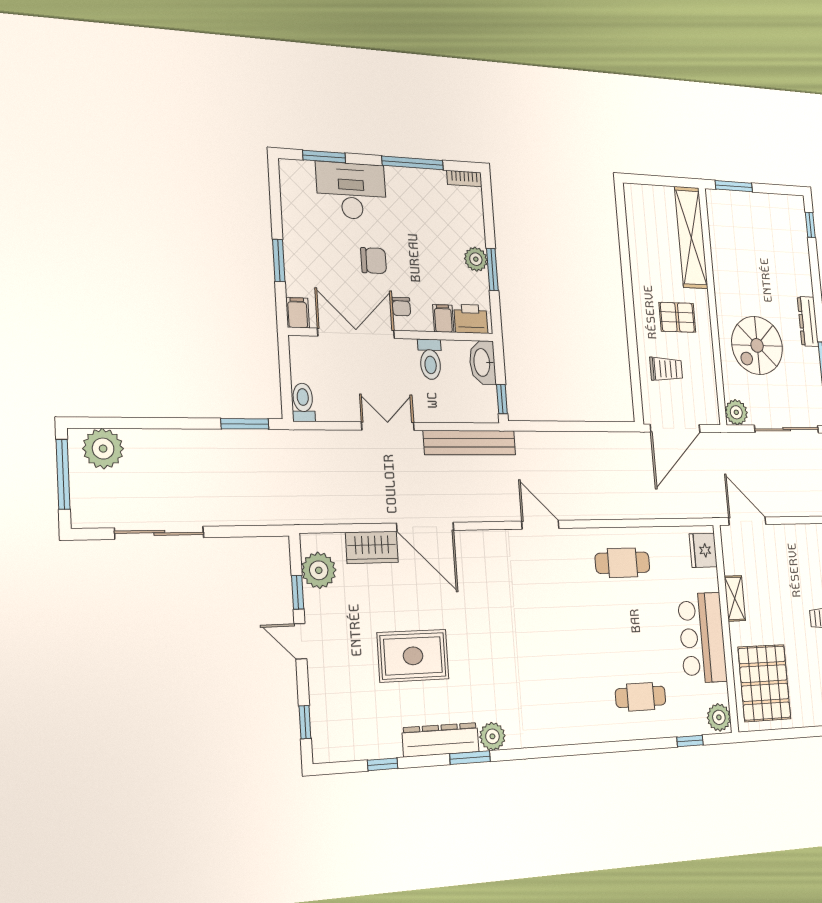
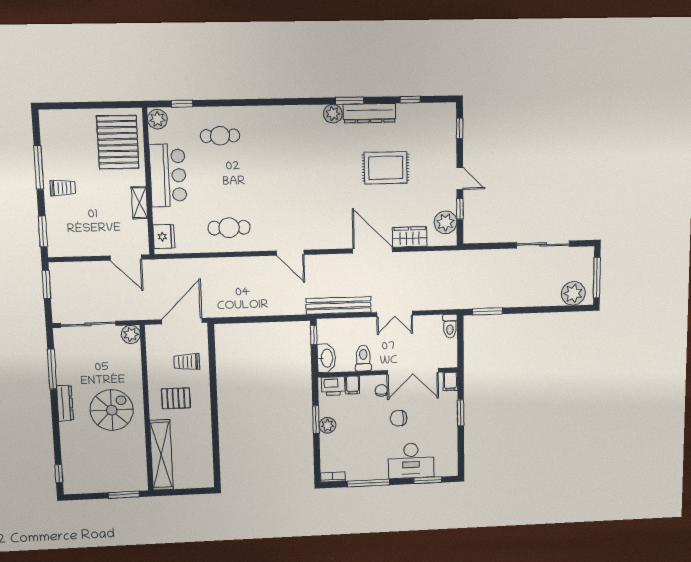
spiral stairs: (757, 345) -> (112, 410), moved

